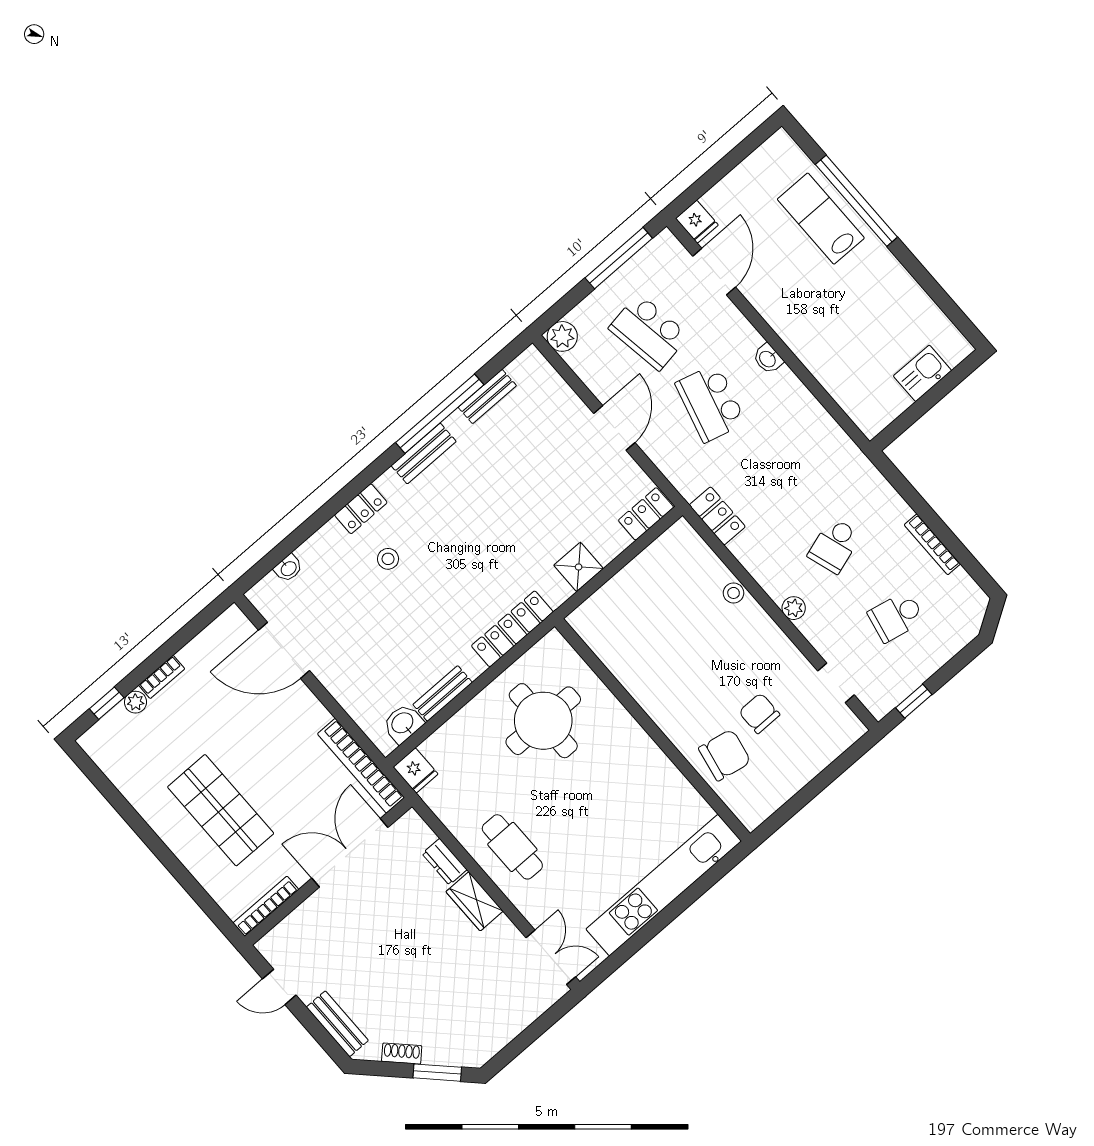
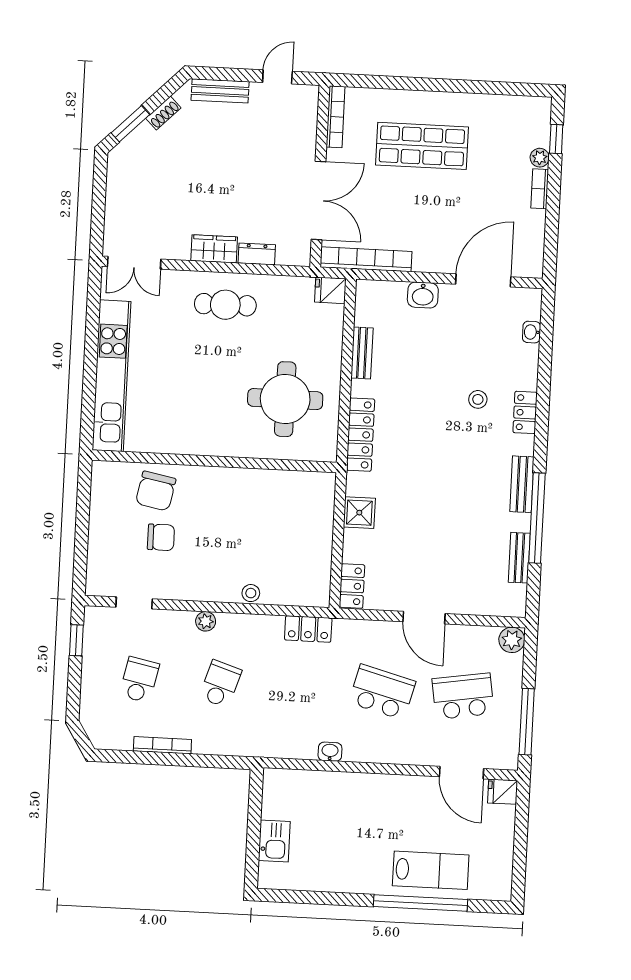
washbasin: (768, 359) -> (330, 752), moved
school desk: (834, 545) -> (220, 684), turned 36
washbasin: (403, 723) -> (423, 295), moved, turned 90

